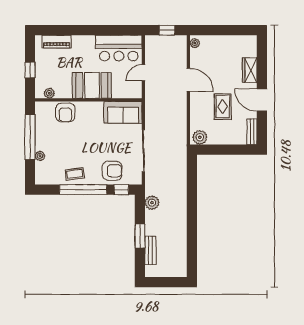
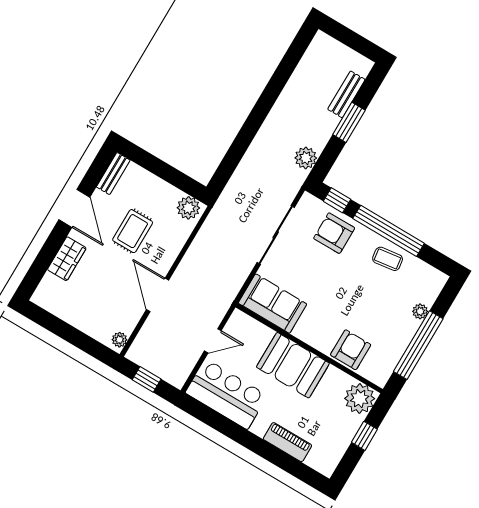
piano: (57, 42) -> (287, 442), moved
plant: (49, 93) -> (360, 399), width x1.88, depth x1.88

